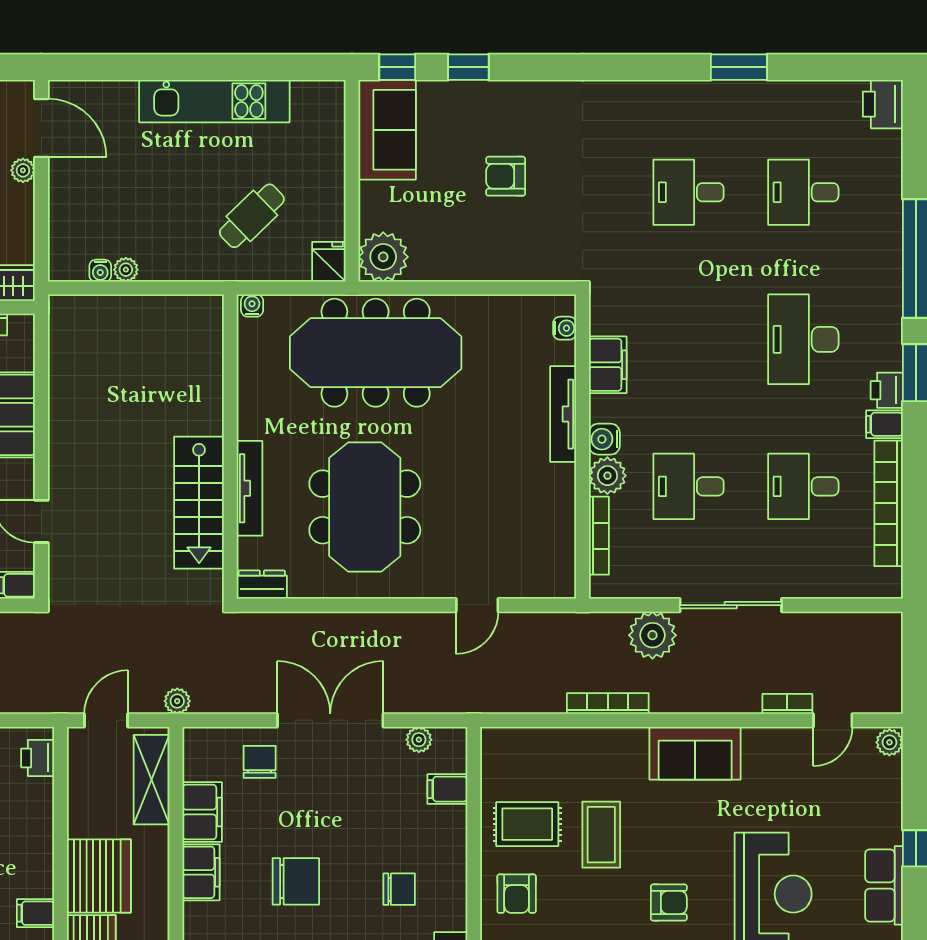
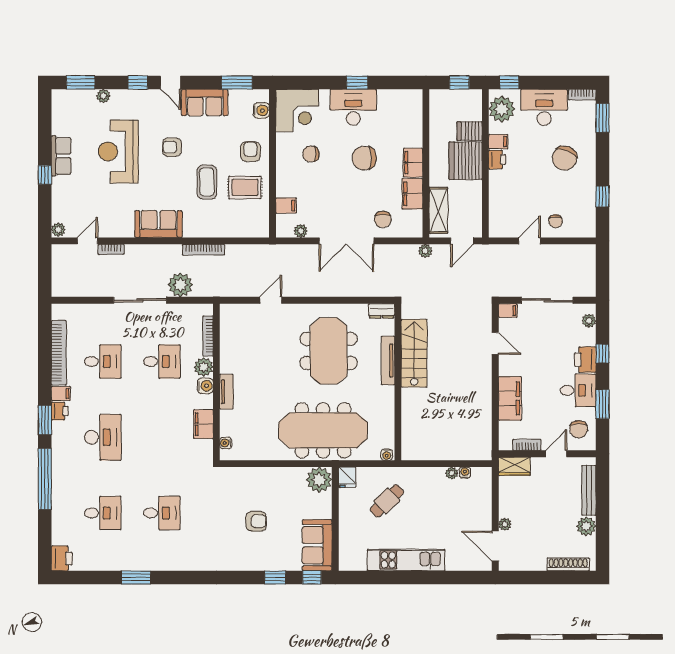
tv unit: (563, 414) -> (226, 392), width x0.71
printer: (38, 758) -> (497, 159), moved

